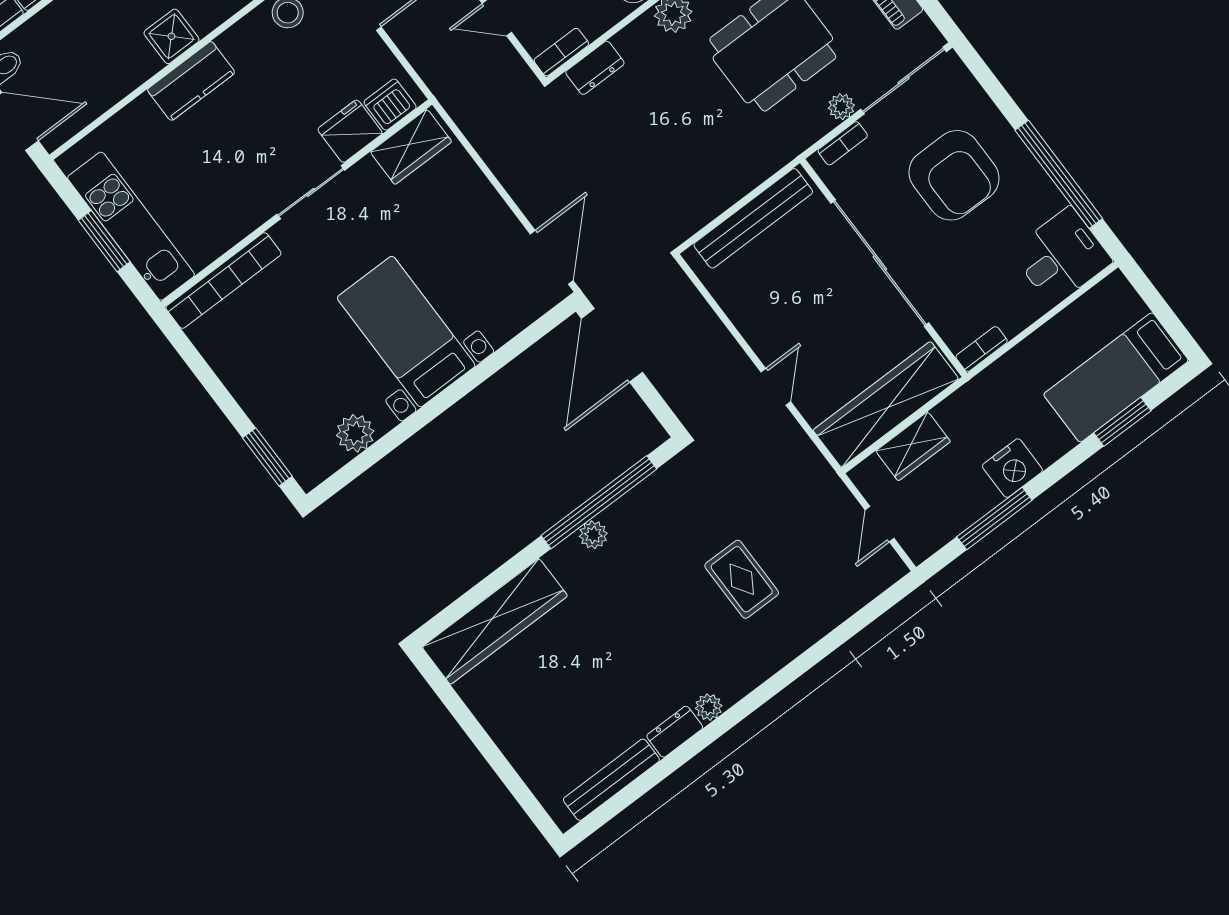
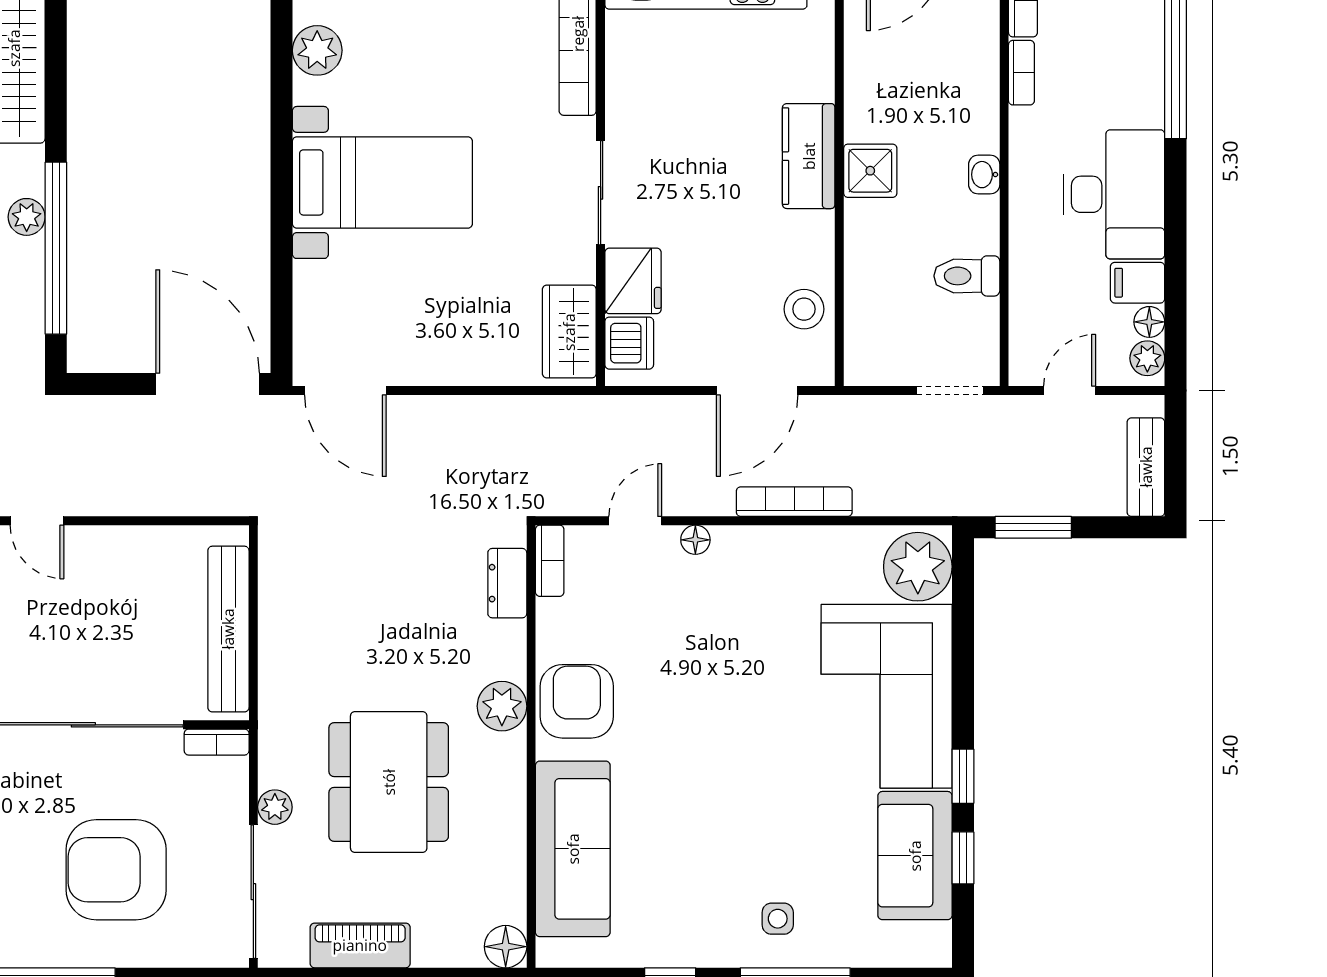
bookcase: (843, 143) -> (217, 742), moved, turned -90

